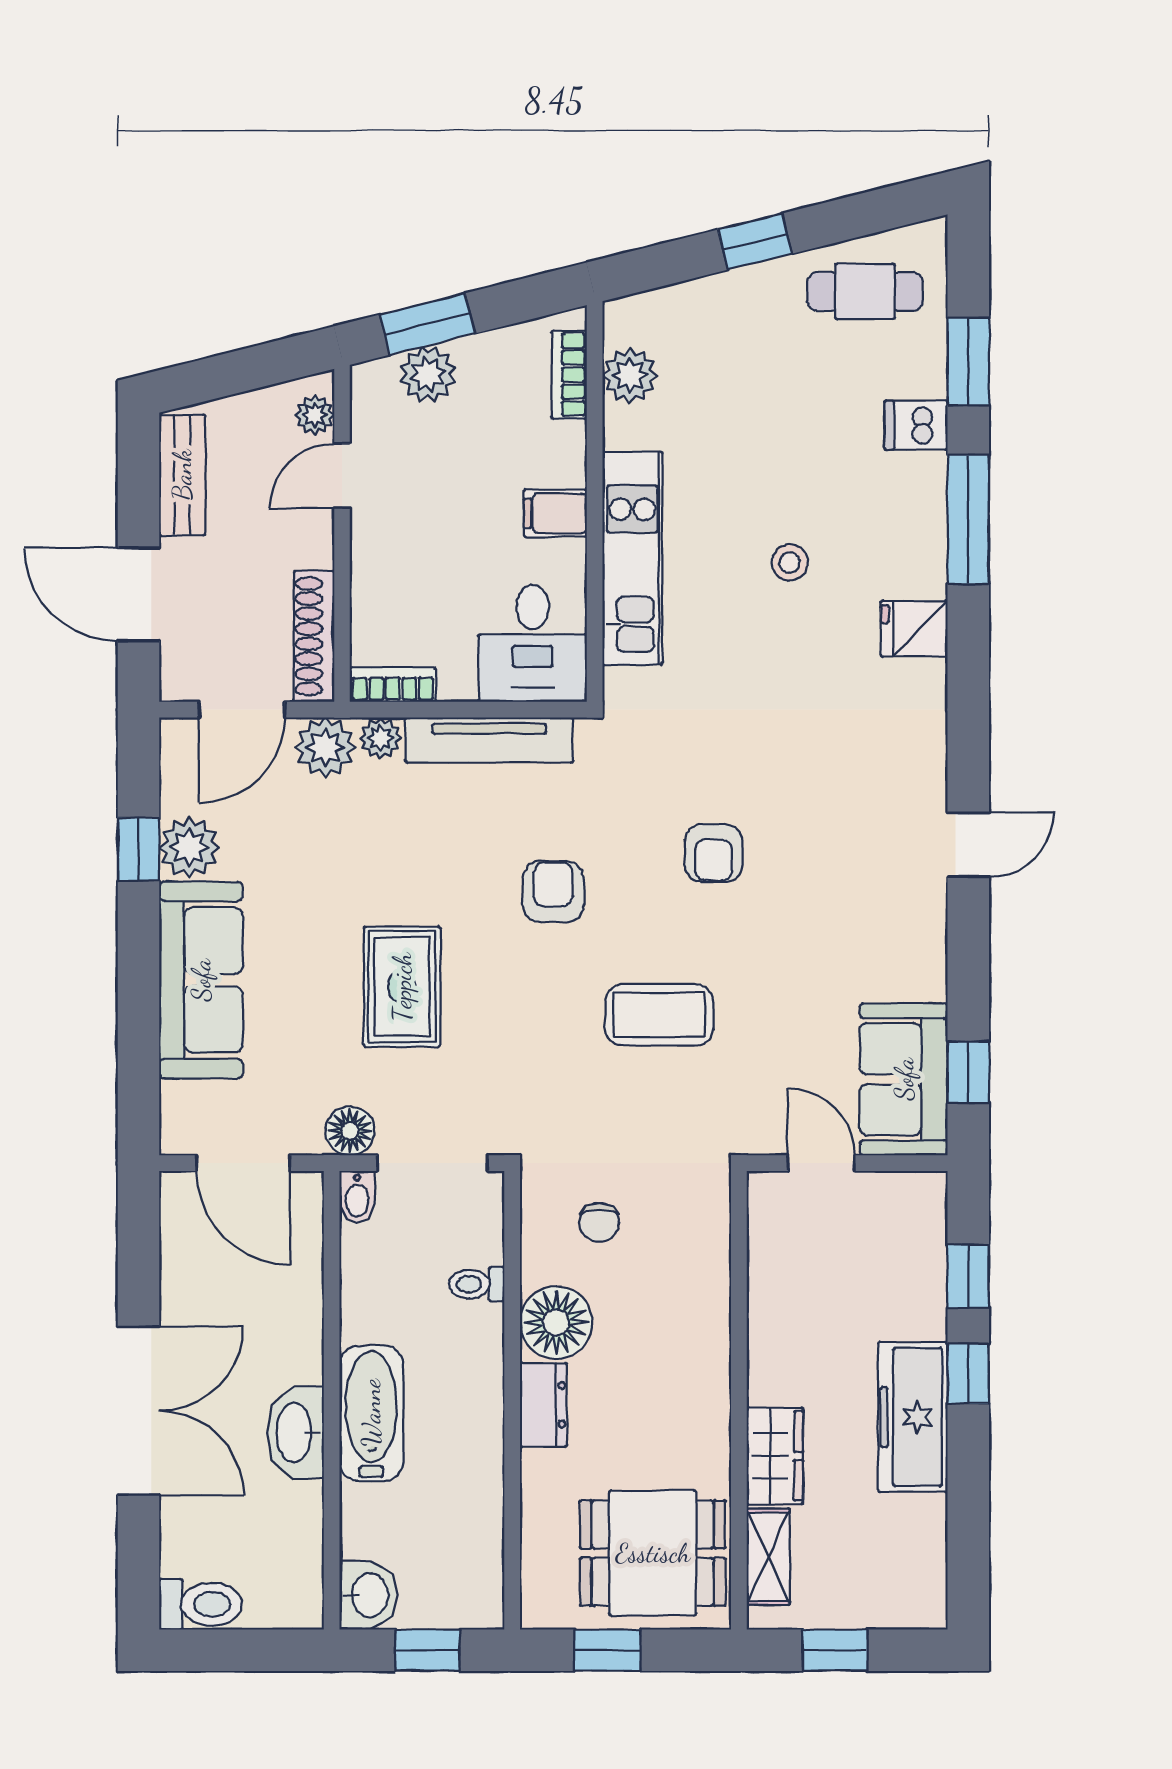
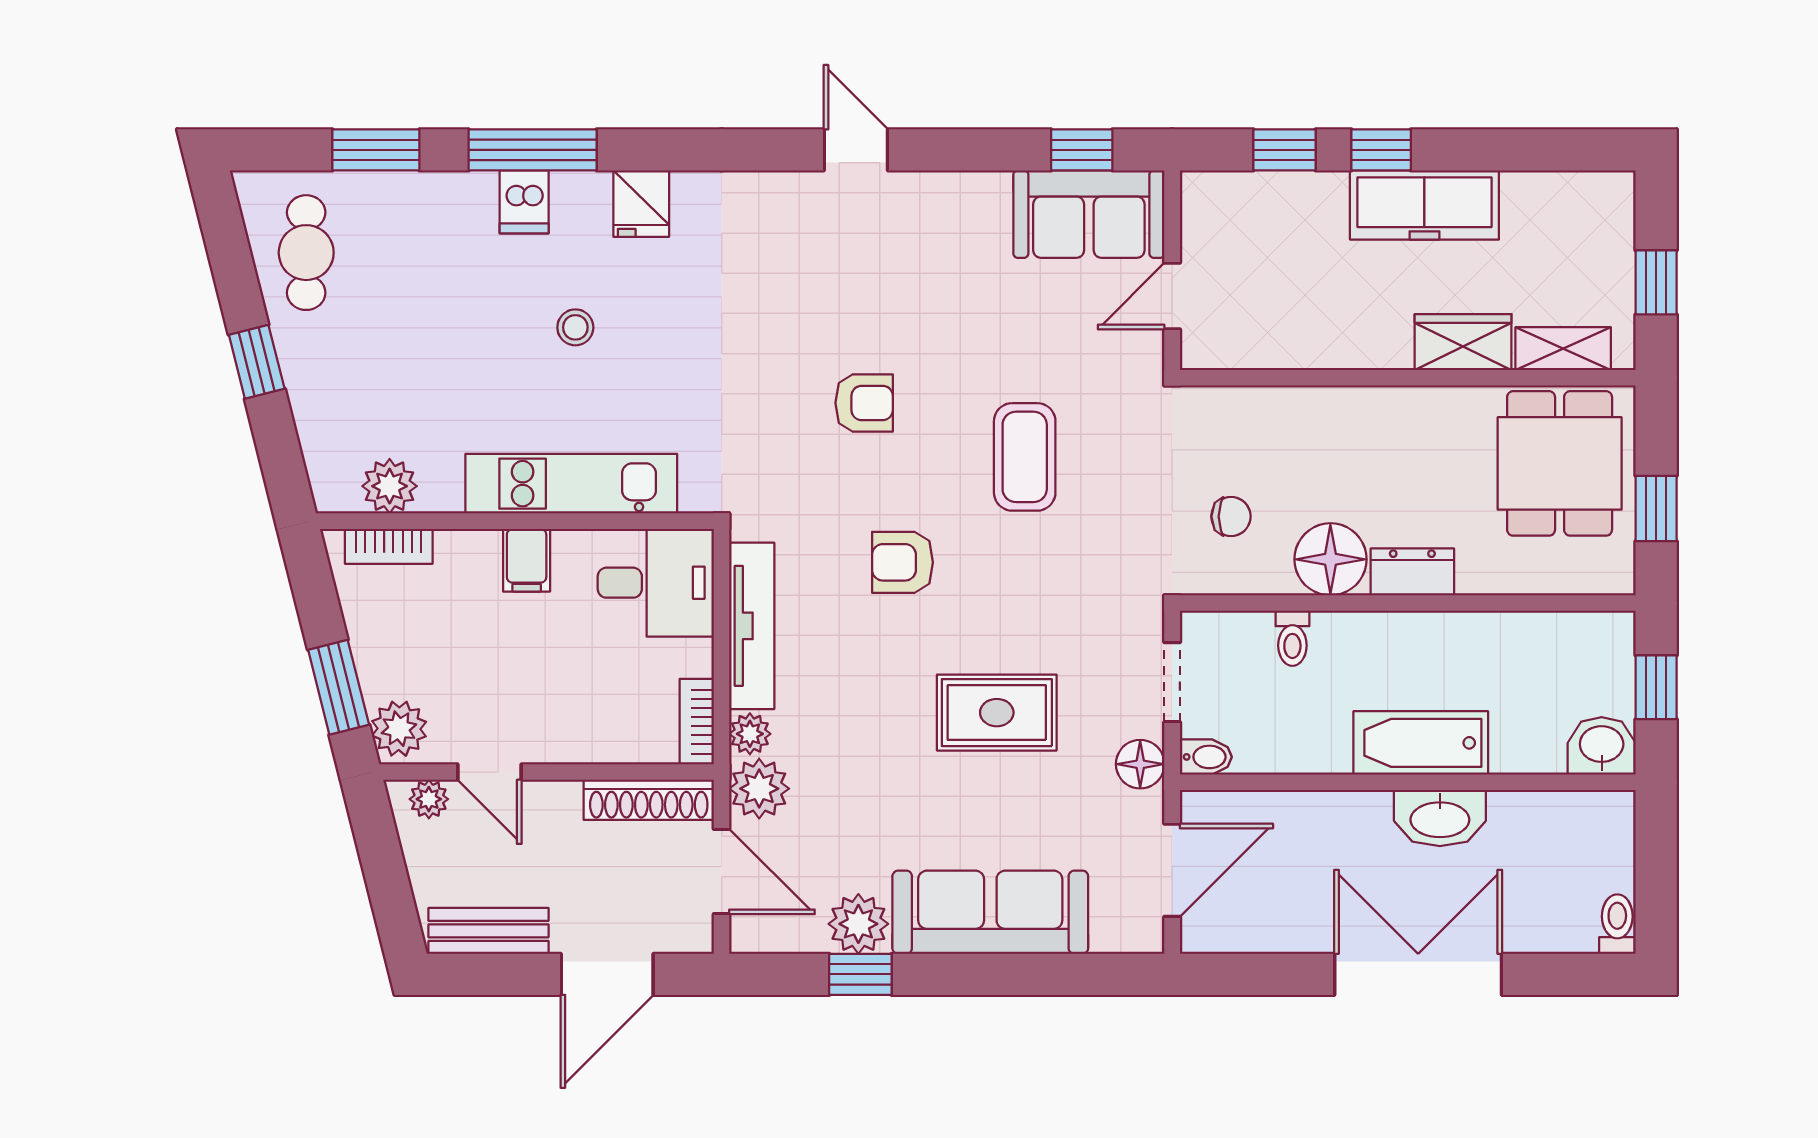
plant: (428, 374) -> (399, 729), moved
dishwasher: (916, 425) -> (524, 202), moved
doorway: (433, 1163) -> (1172, 682), width x0.73
toilet: (201, 1604) -> (1617, 924), width x0.73, depth x0.72

